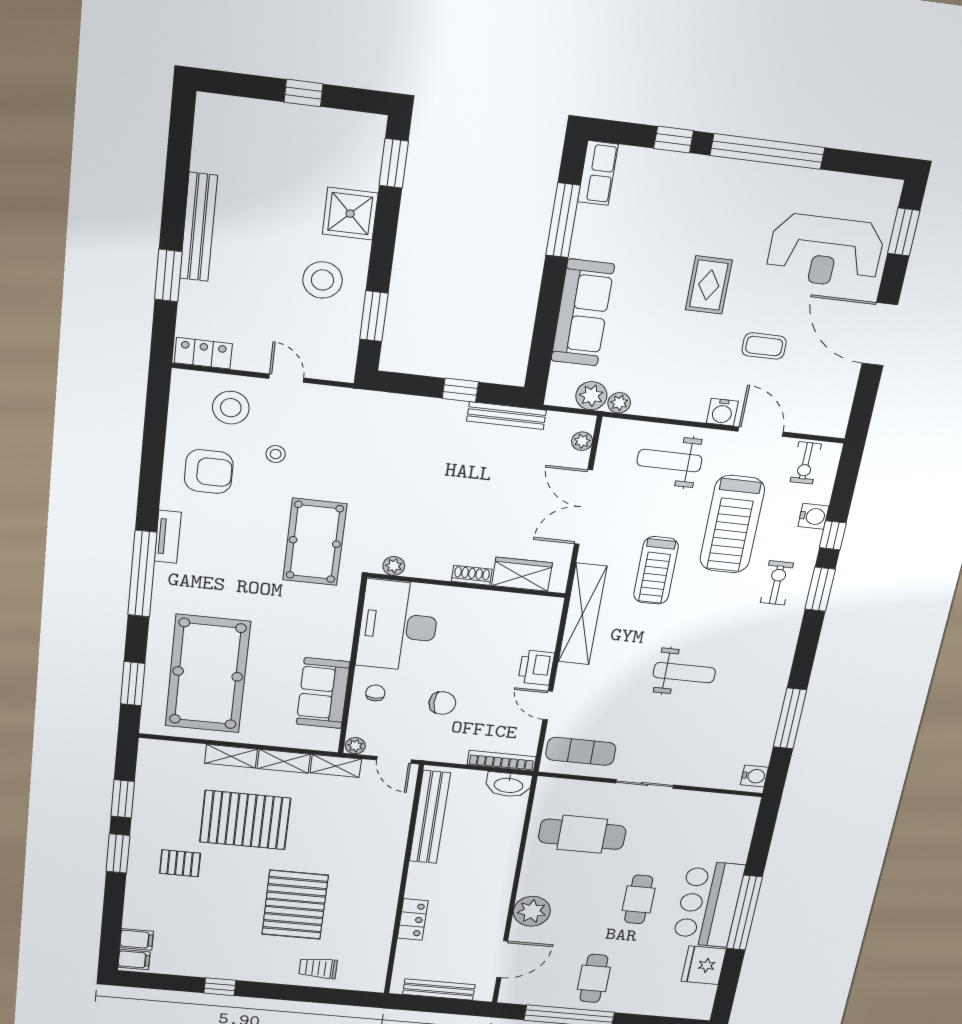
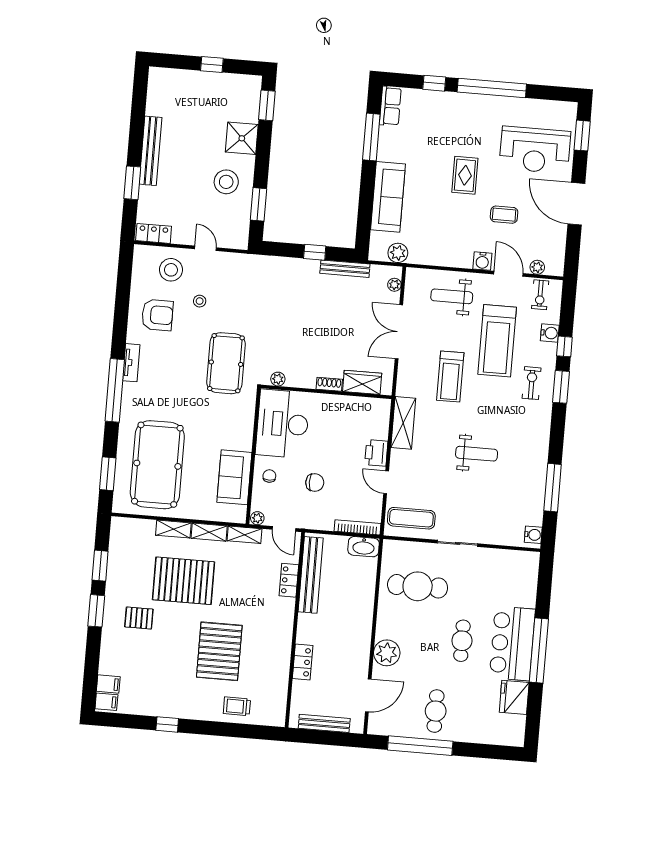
plant: (619, 403) -> (537, 267), moved
shelving: (582, 614) -> (403, 423), width x0.68
locker: (398, 823) -> (289, 580), added

